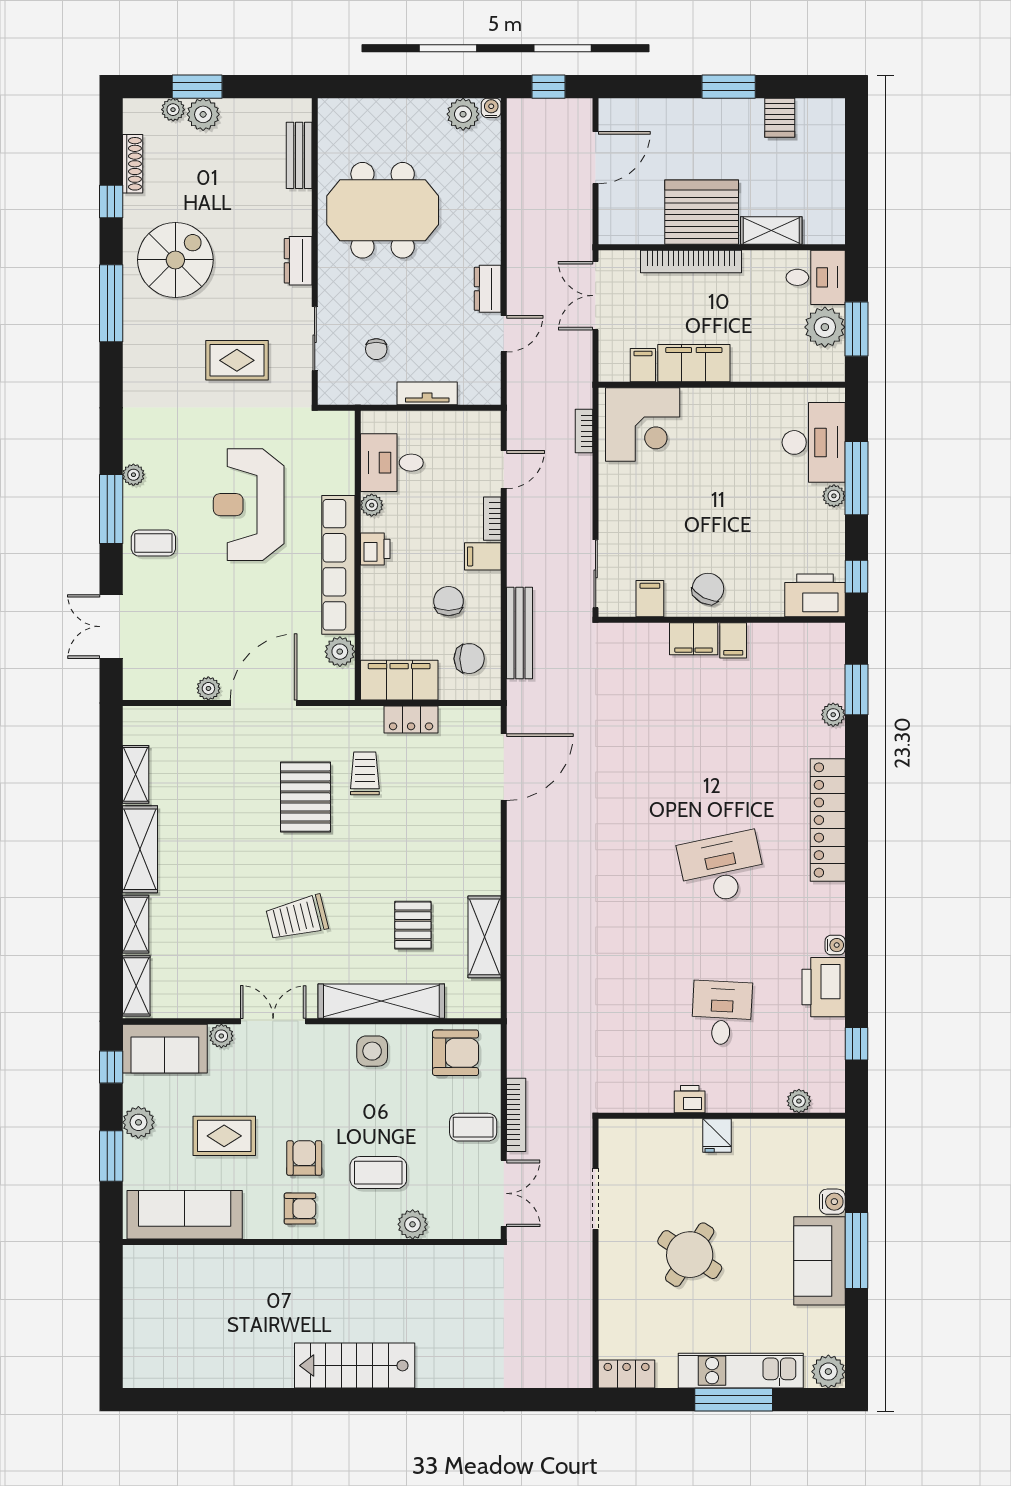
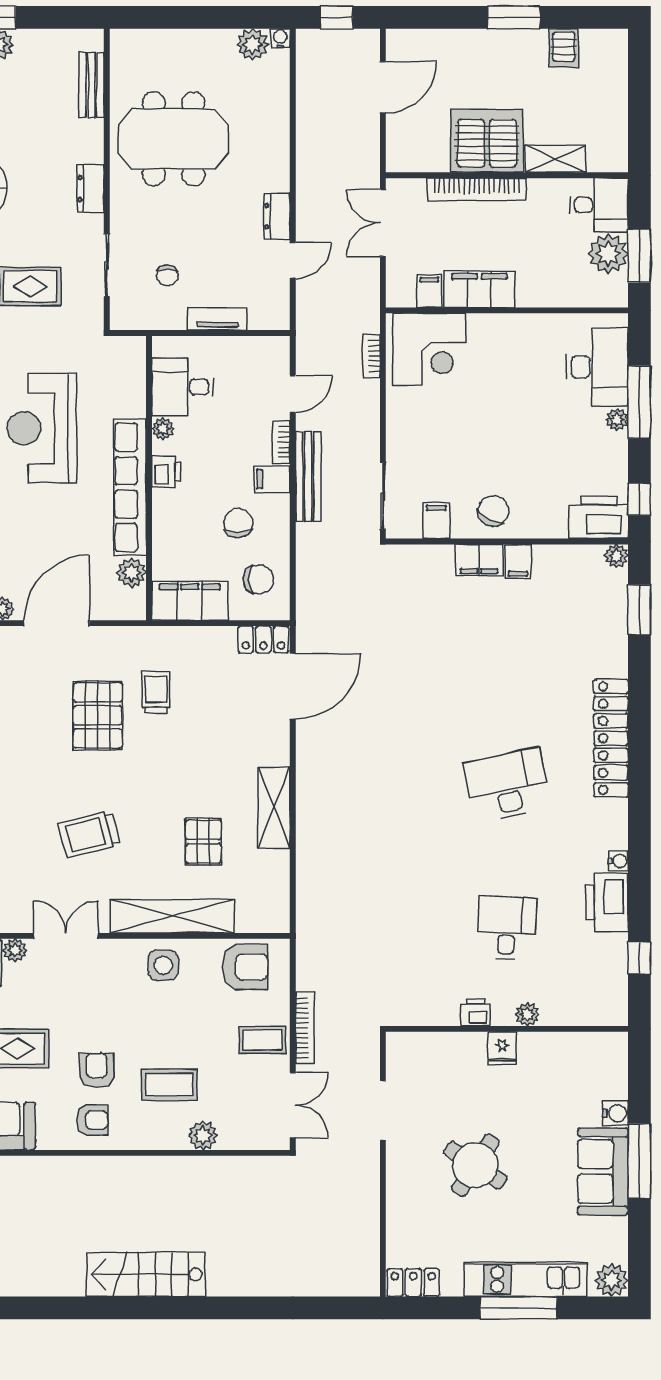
bench: (520, 633) -> (308, 476), moved
plant: (833, 715) -> (616, 556), moved
locker: (411, 720) -> (263, 639), moved
shelving: (485, 937) -> (274, 808), moved
plant: (799, 1101) -> (527, 1014), moved

